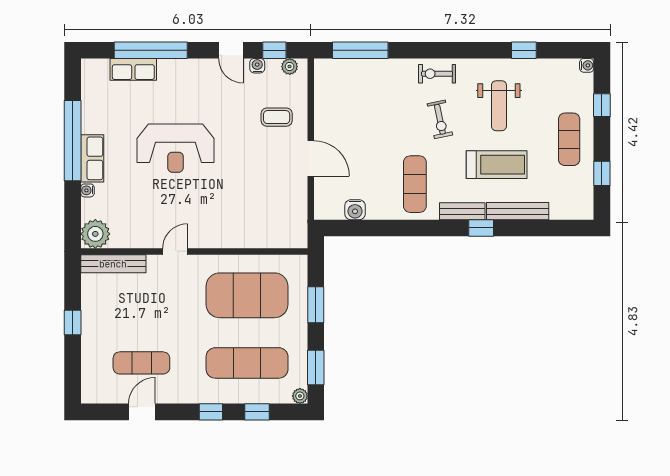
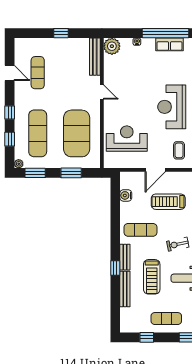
treadmill: (366, 136) -> (168, 202), added
reception desk: (175, 148) -> (172, 107), moved
row of seats: (92, 158) -> (170, 44), moved
reception desk: (256, 208) -> (127, 139), added

